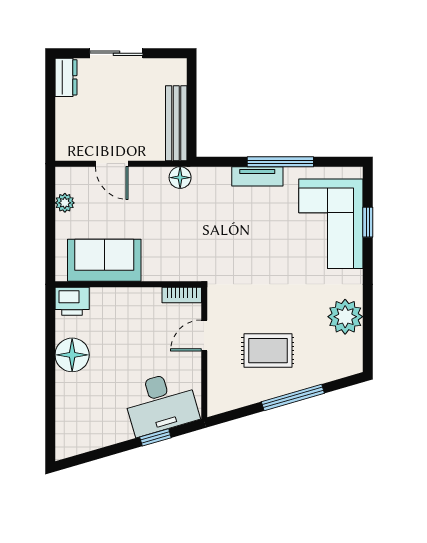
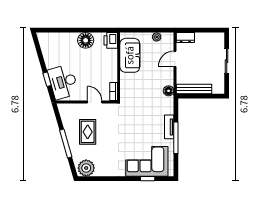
dresser: (66, 77) -> (185, 37), moved
plant: (345, 317) -> (86, 168), moved

